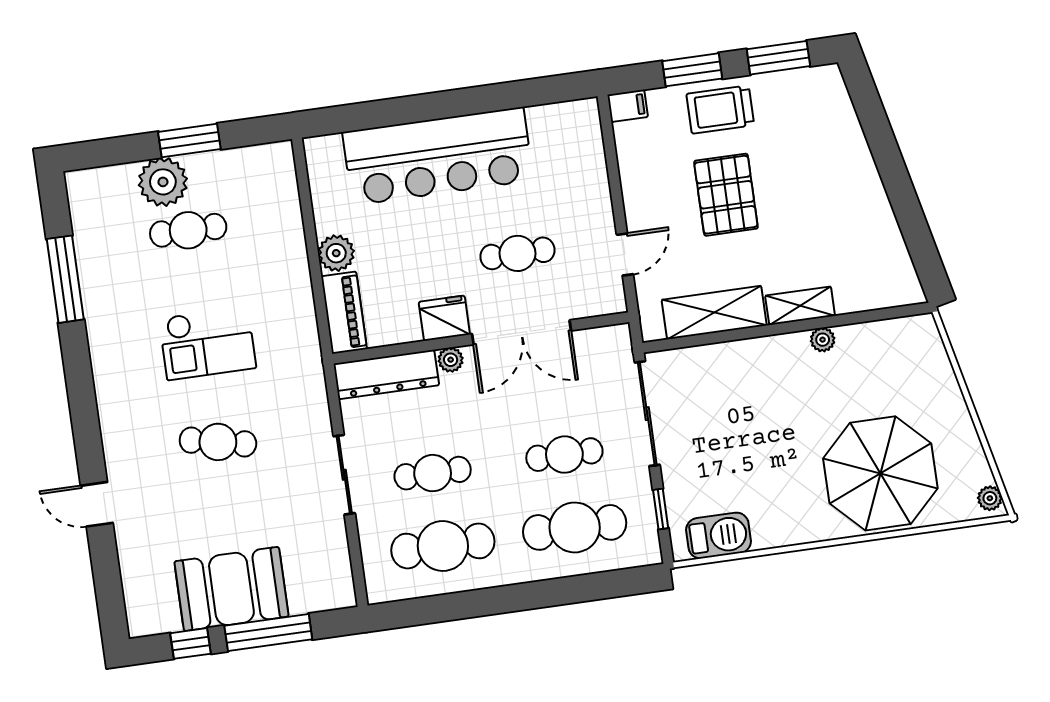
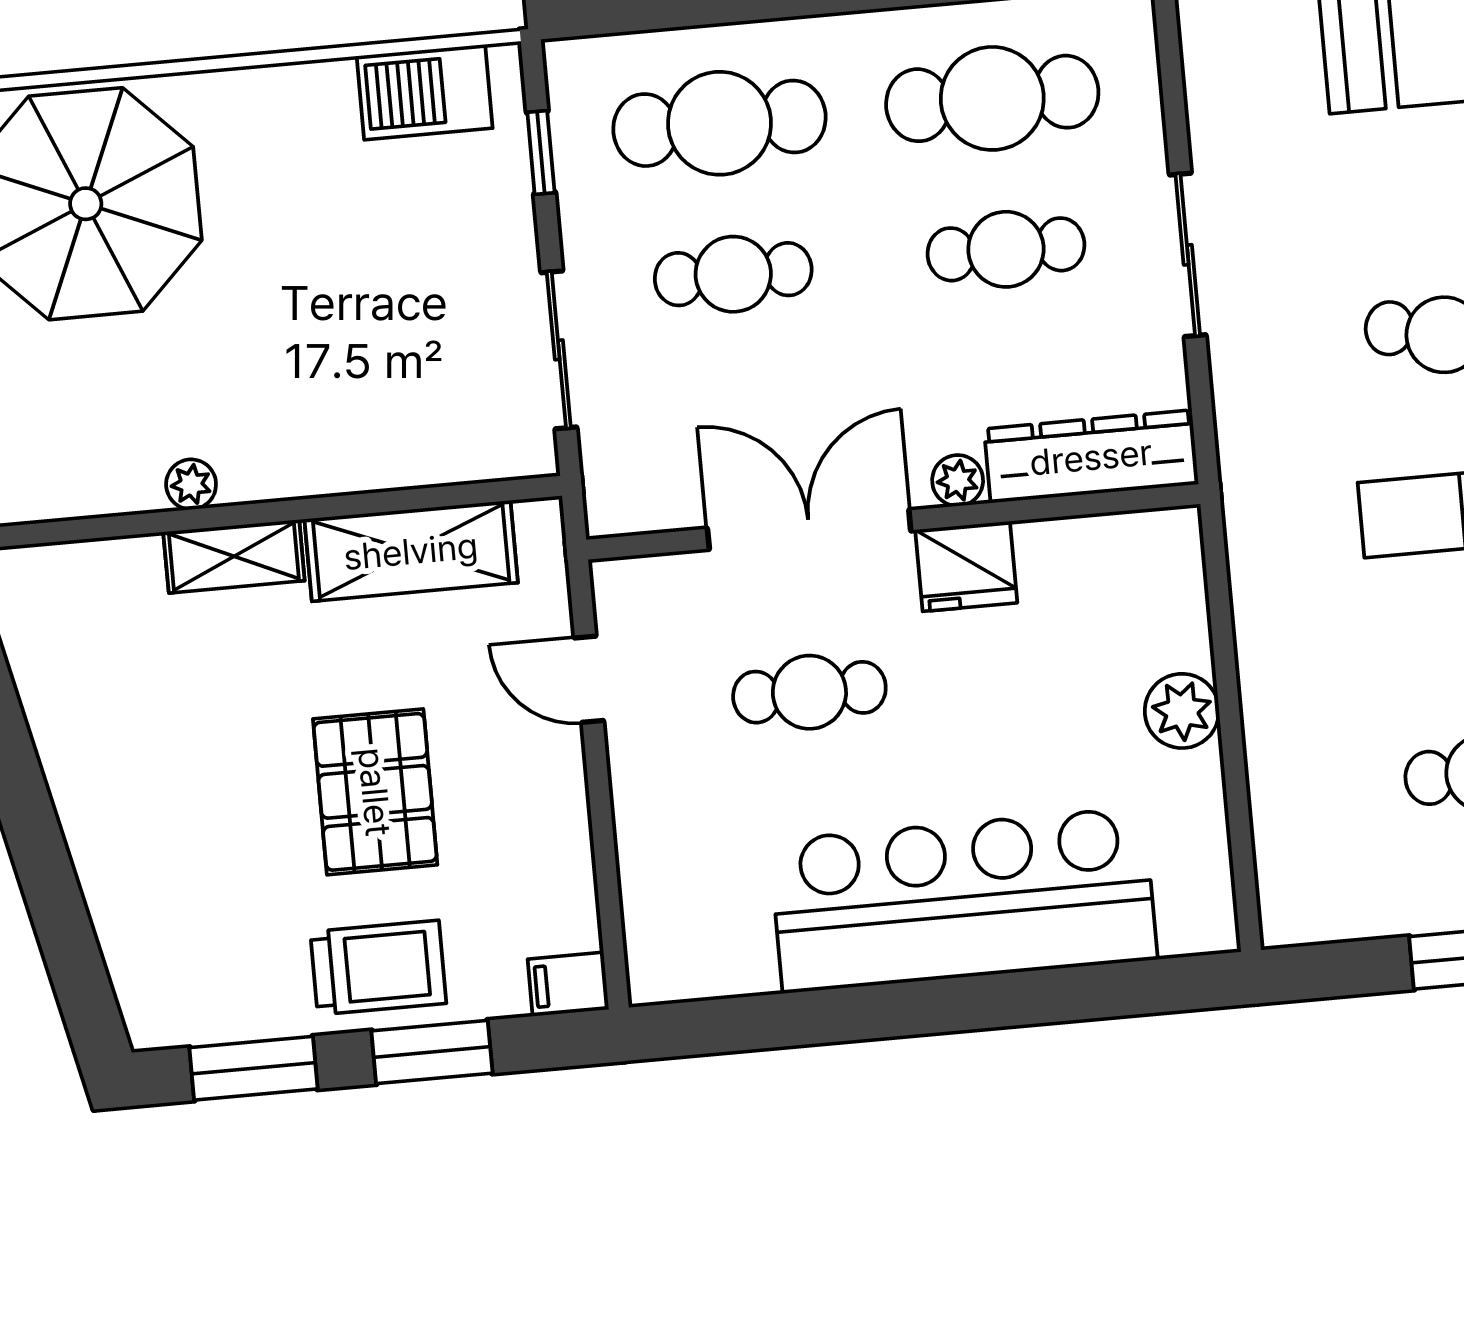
door: (625, 254) -> (589, 679), hinge flipped
piano: (344, 313) -> (1172, 588), removed
sliding door: (647, 414) -> (559, 350), width x0.73

